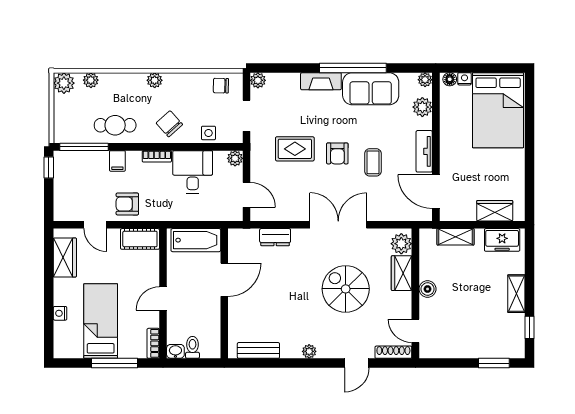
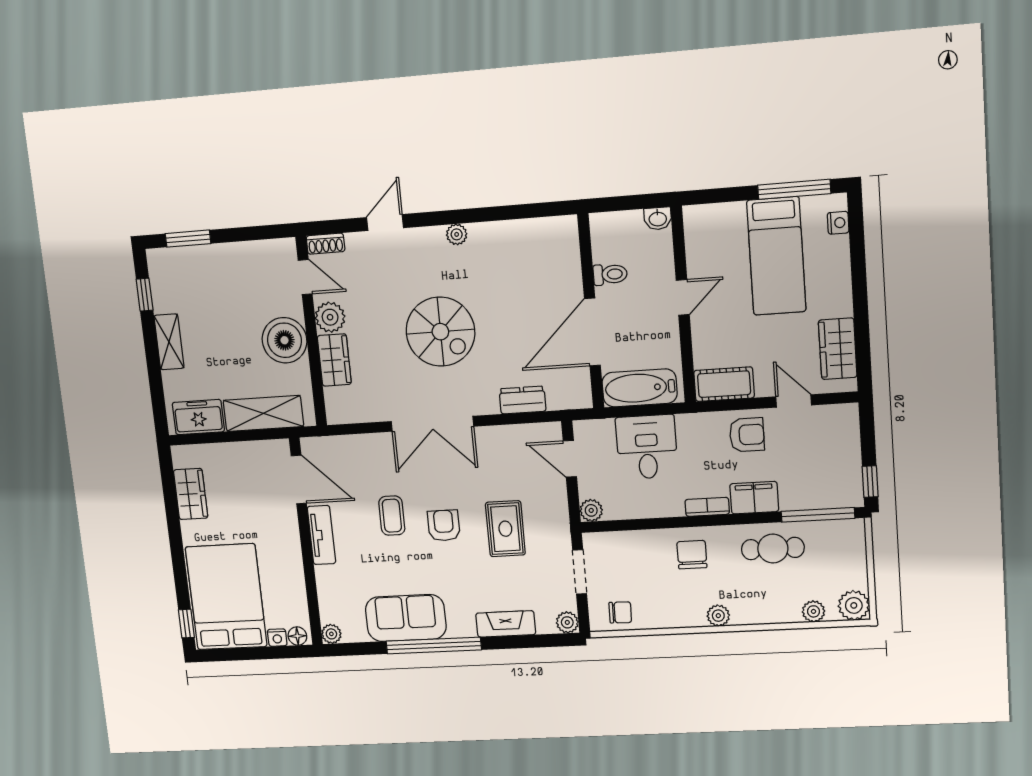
fireplace: (321, 81) -> (506, 624), moved
window: (530, 92) -> (186, 624), added
plant: (422, 107) -> (331, 596), removed
chair: (169, 124) -> (692, 555), turned -138
side table: (208, 133) -> (633, 545), removed
rug: (295, 149) -> (505, 529), turned 90
filing cabinet: (117, 161) -> (754, 498), width x2.00
desk: (193, 172) -> (647, 447), moved, turned 180
wardrobe: (495, 211) -> (191, 494), moved, turned -90
shelving: (456, 237) -> (263, 413), width x1.50, depth x1.33
plant: (401, 244) -> (330, 317), moved
door: (224, 280) -> (592, 332), width x1.36
spiral stairs: (346, 289) -> (440, 332), moved
boiler: (428, 289) -> (284, 340), width x1.86, depth x1.86
nightstand: (60, 313) -> (838, 223), moved
bookcase: (153, 343) -> (693, 228), removed
toilet: (193, 347) -> (610, 274), moved, turned -90
bench: (258, 350) -> (532, 230), removed
shoe rack: (393, 352) -> (326, 244), width x0.70
window: (114, 363) -> (794, 189), moved

